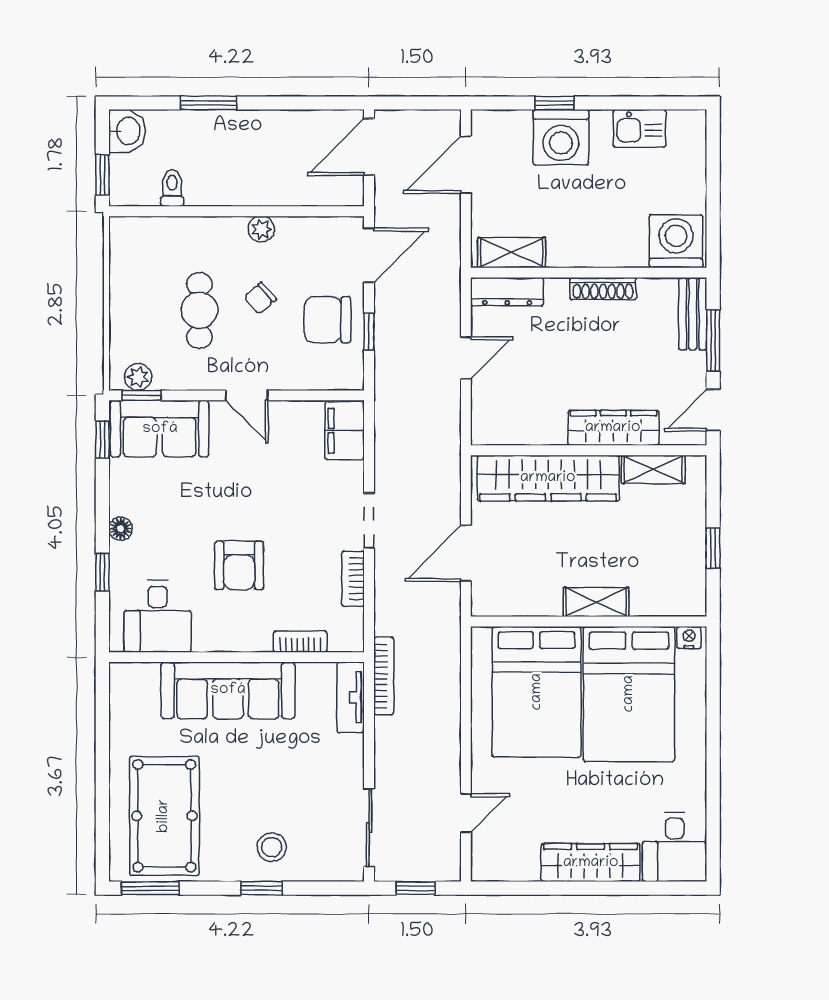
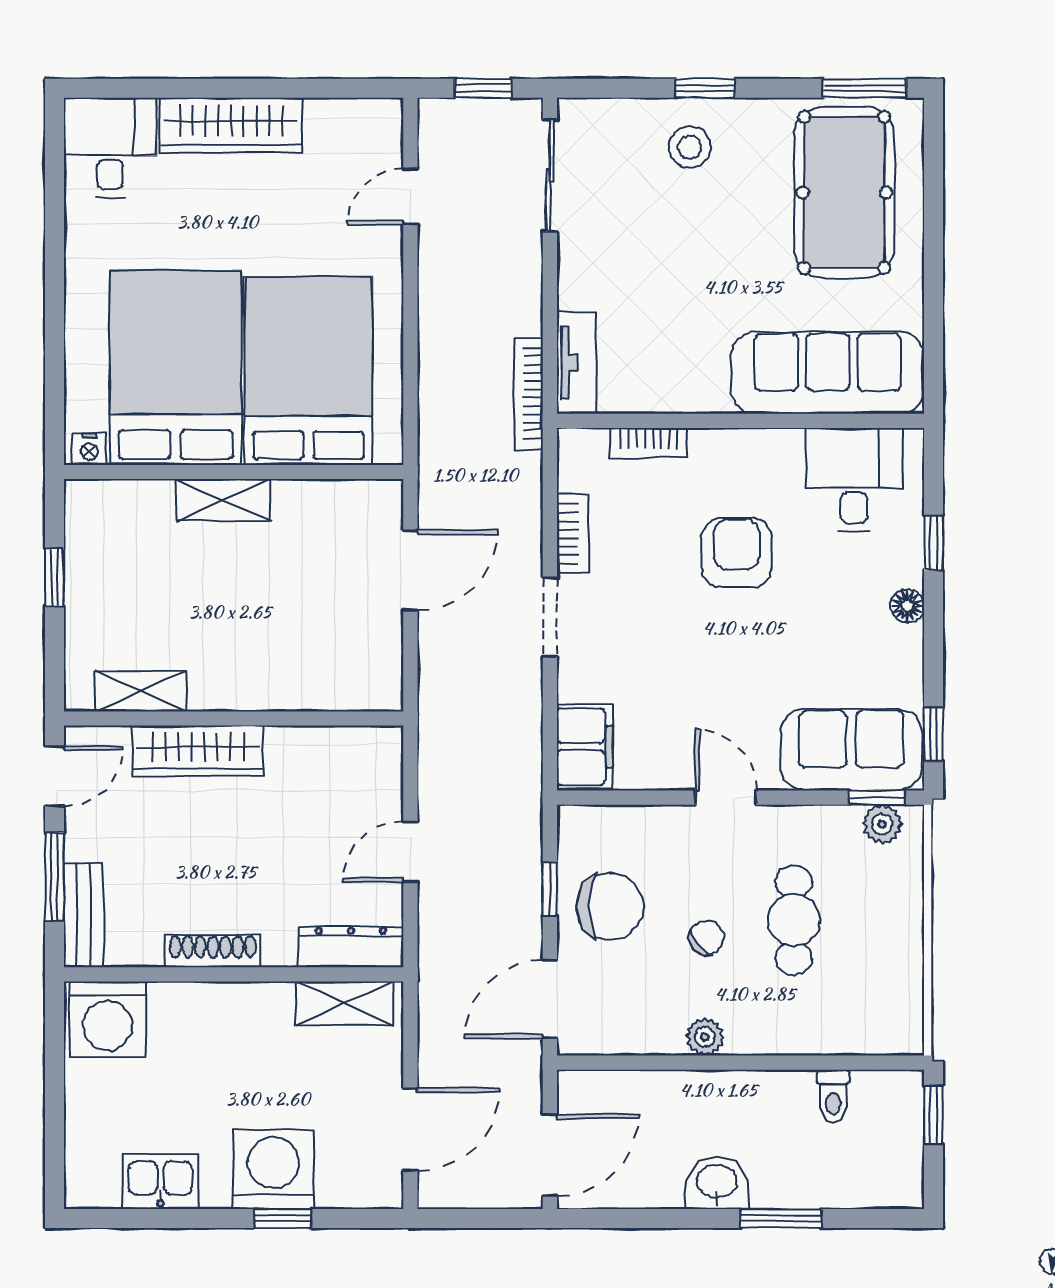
washbasin: (127, 131) -> (717, 1183), moved, turned 90
wardrobe: (548, 478) -> (292, 678), removed
sofa: (228, 690) -> (828, 373), moved

